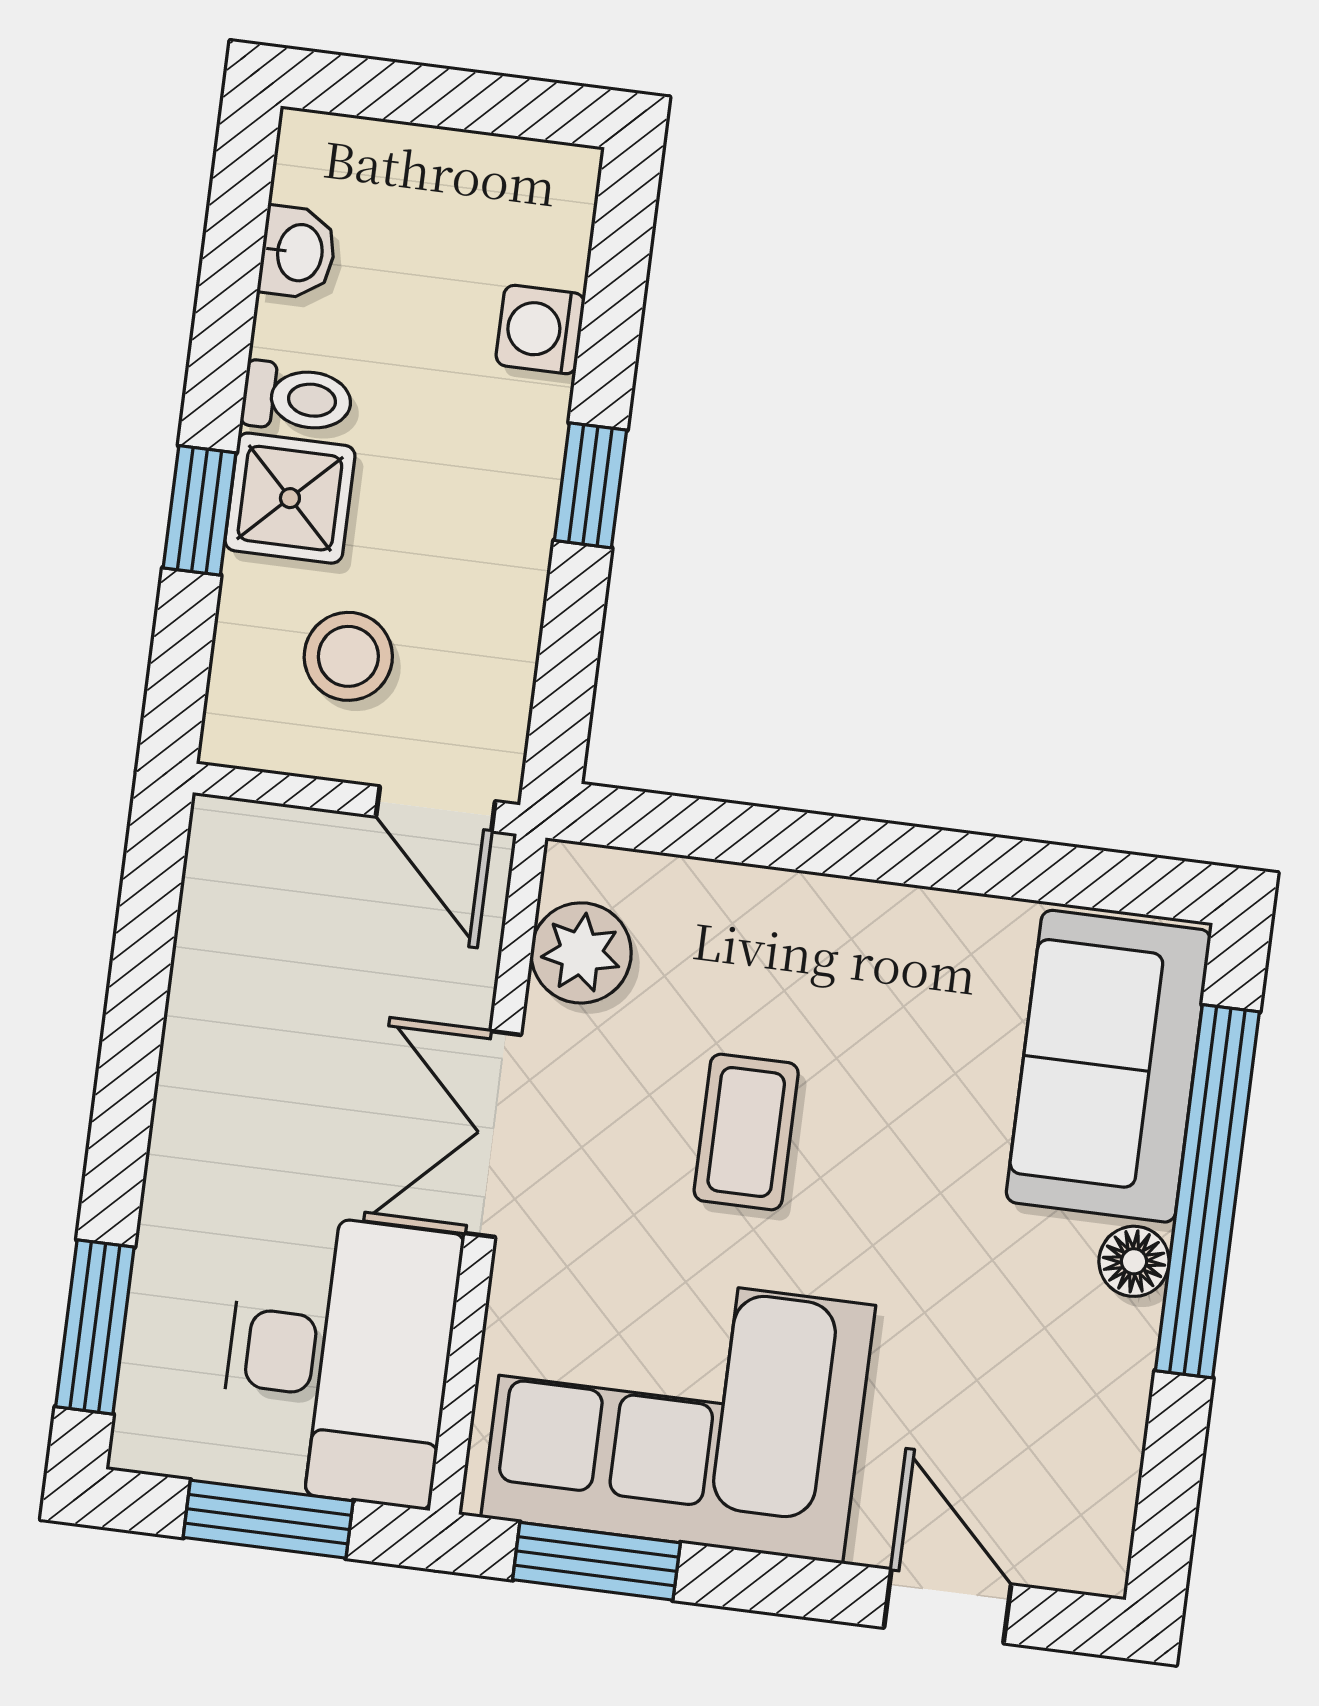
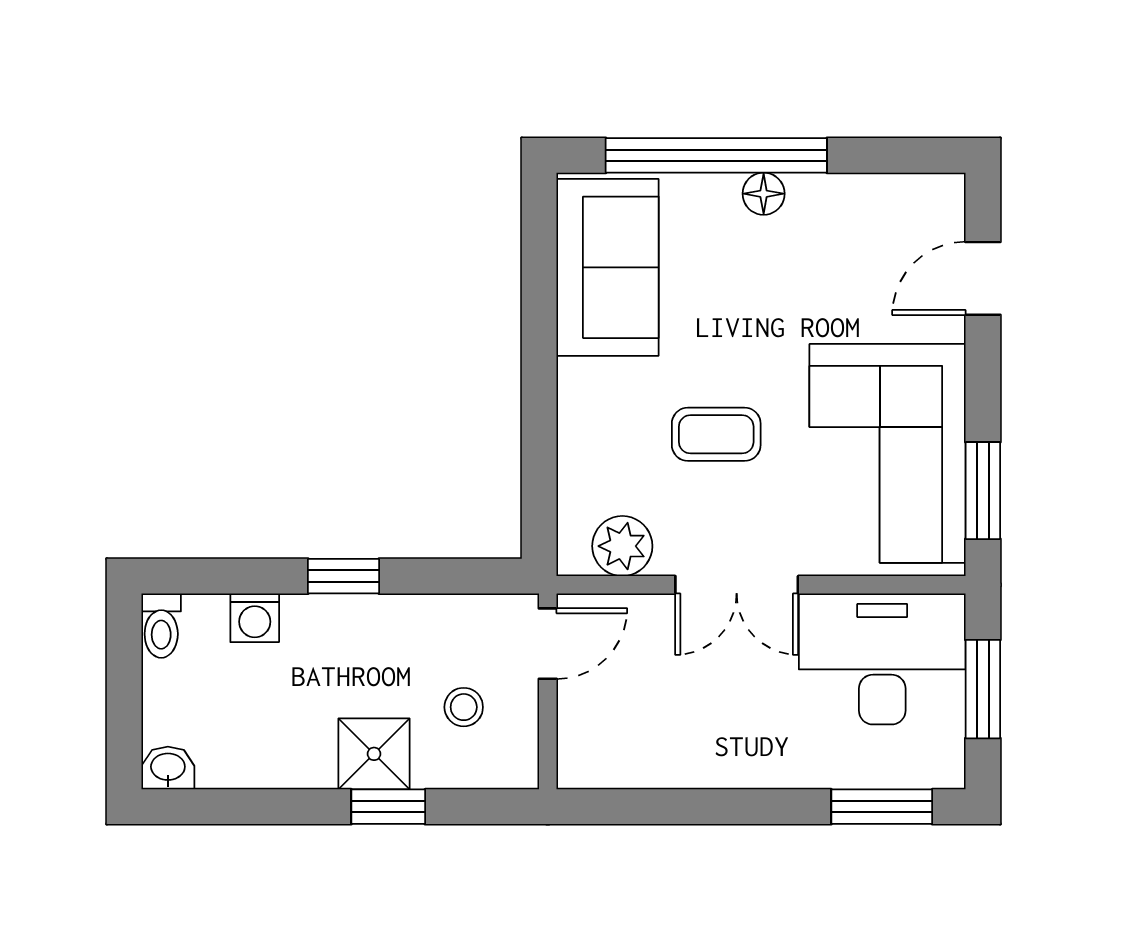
washbasin: (298, 252) -> (168, 768), moved
toilet: (297, 398) -> (161, 626), moved, turned 180
stool: (348, 656) -> (464, 707), width x0.73, depth x0.73
sofa: (1108, 1066) -> (608, 267), moved, turned -90

